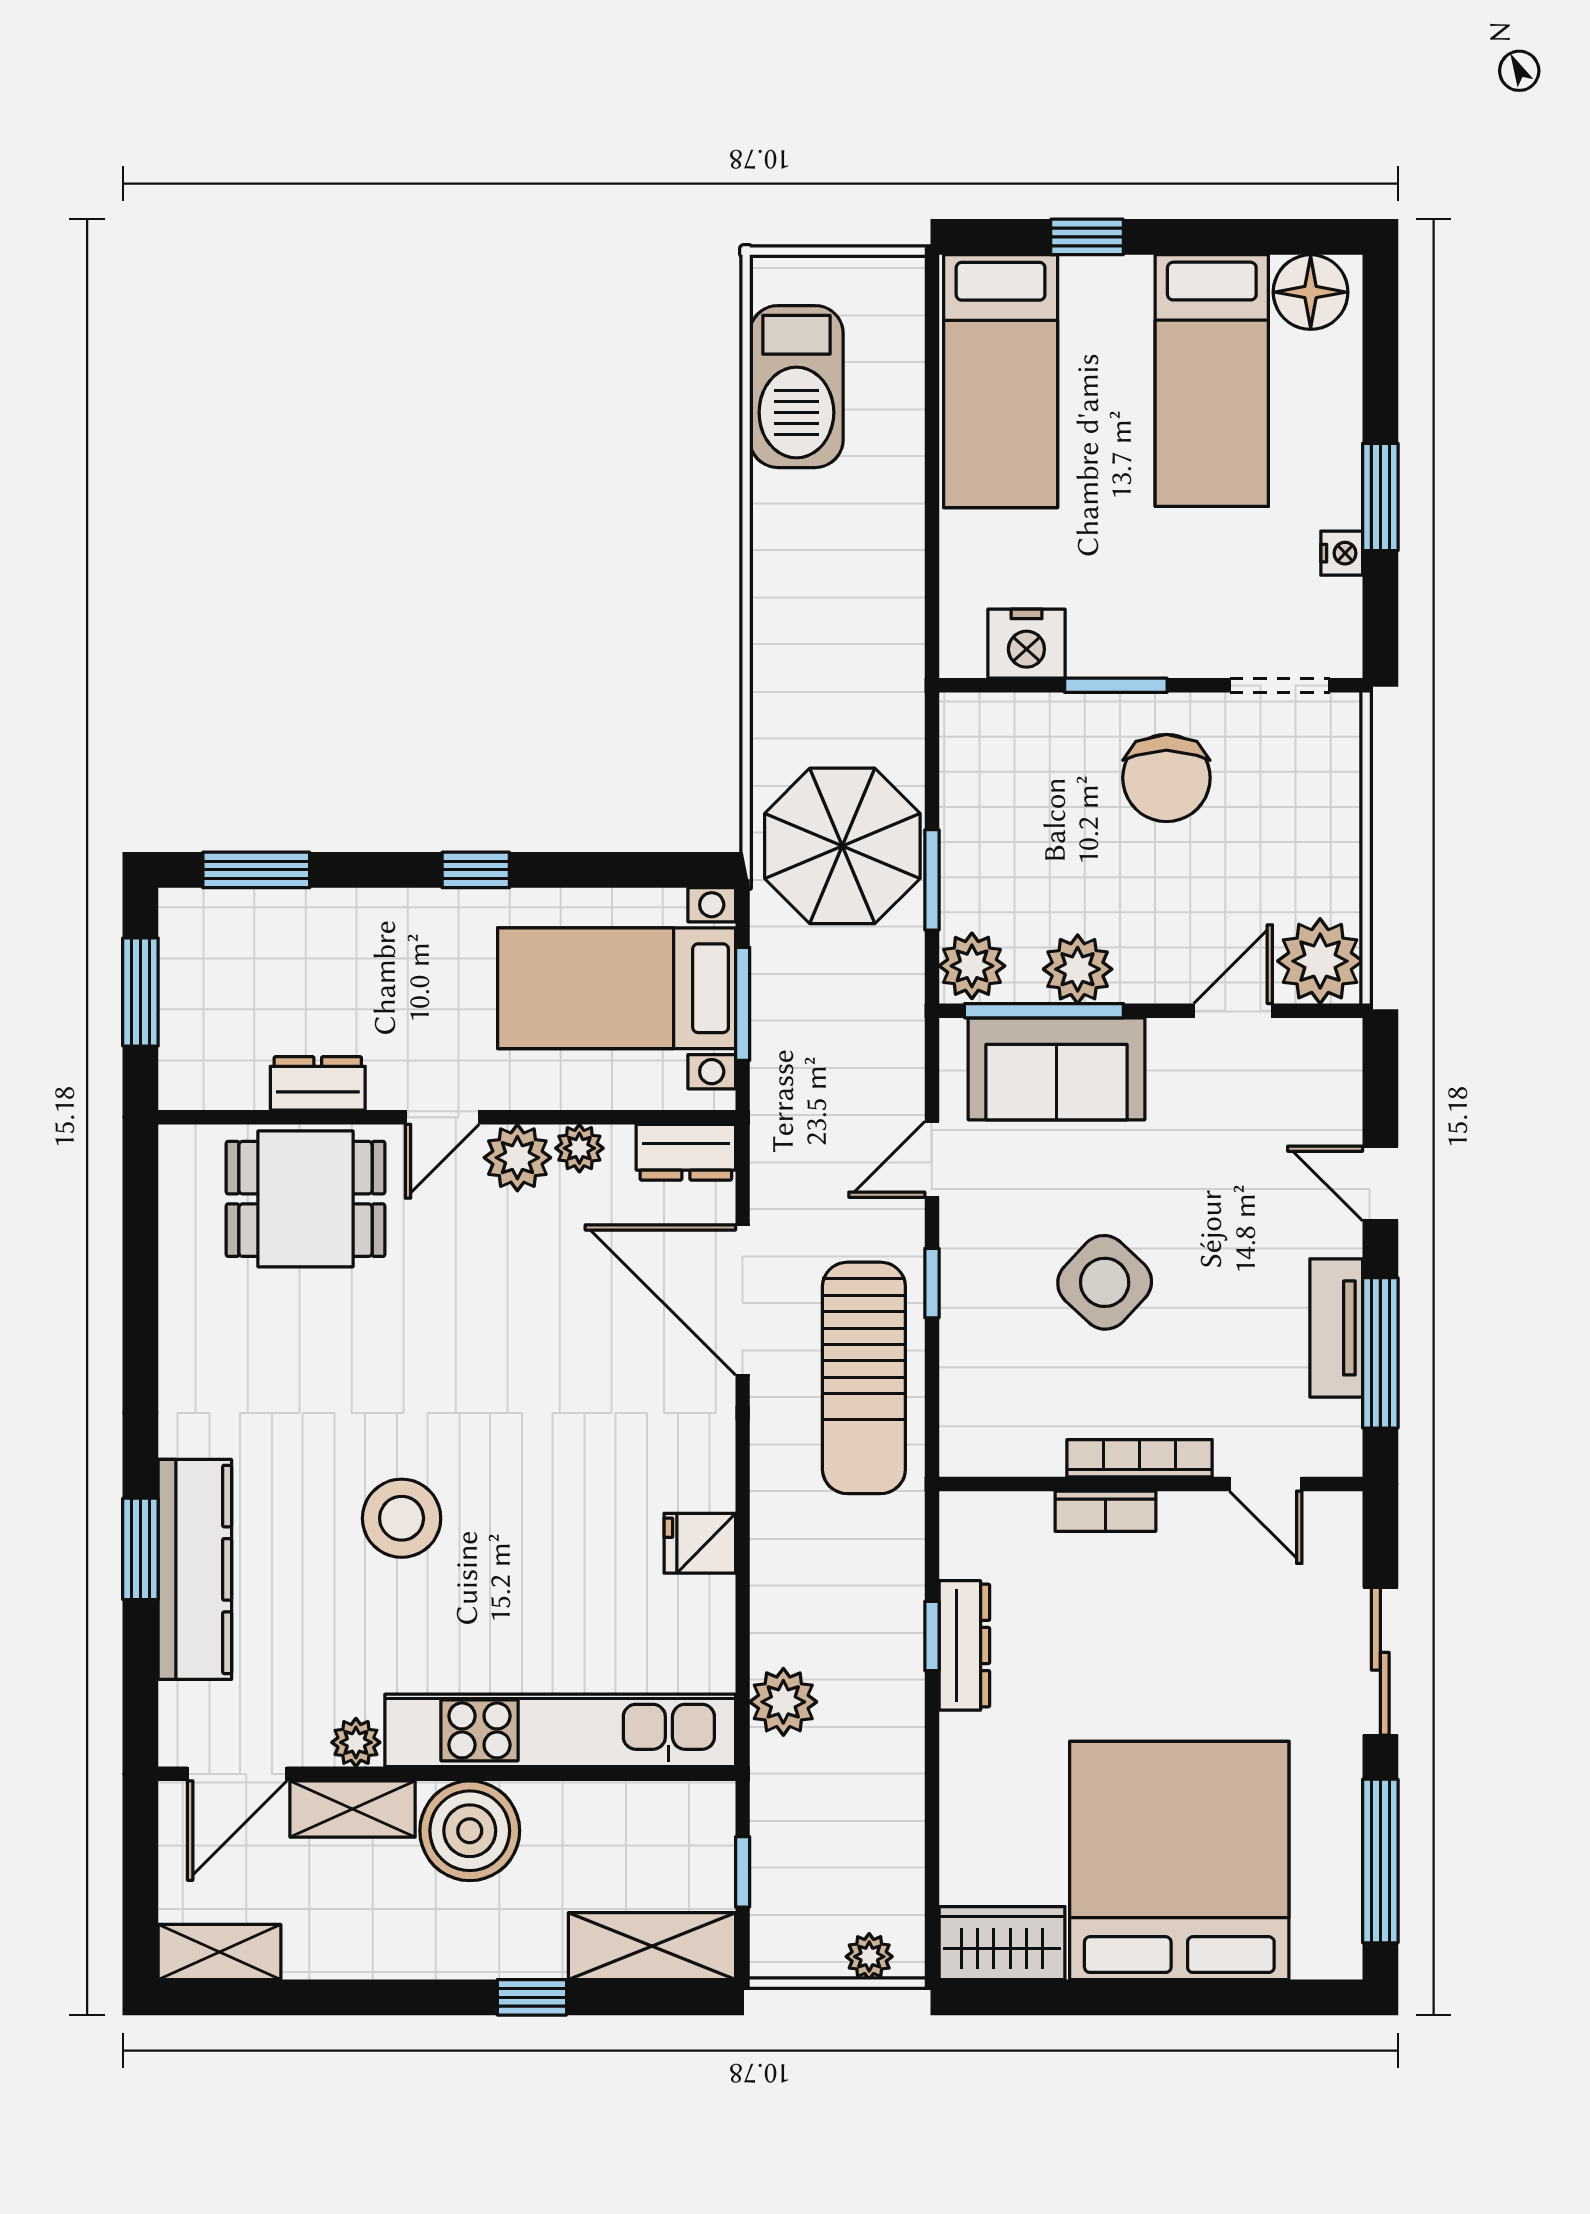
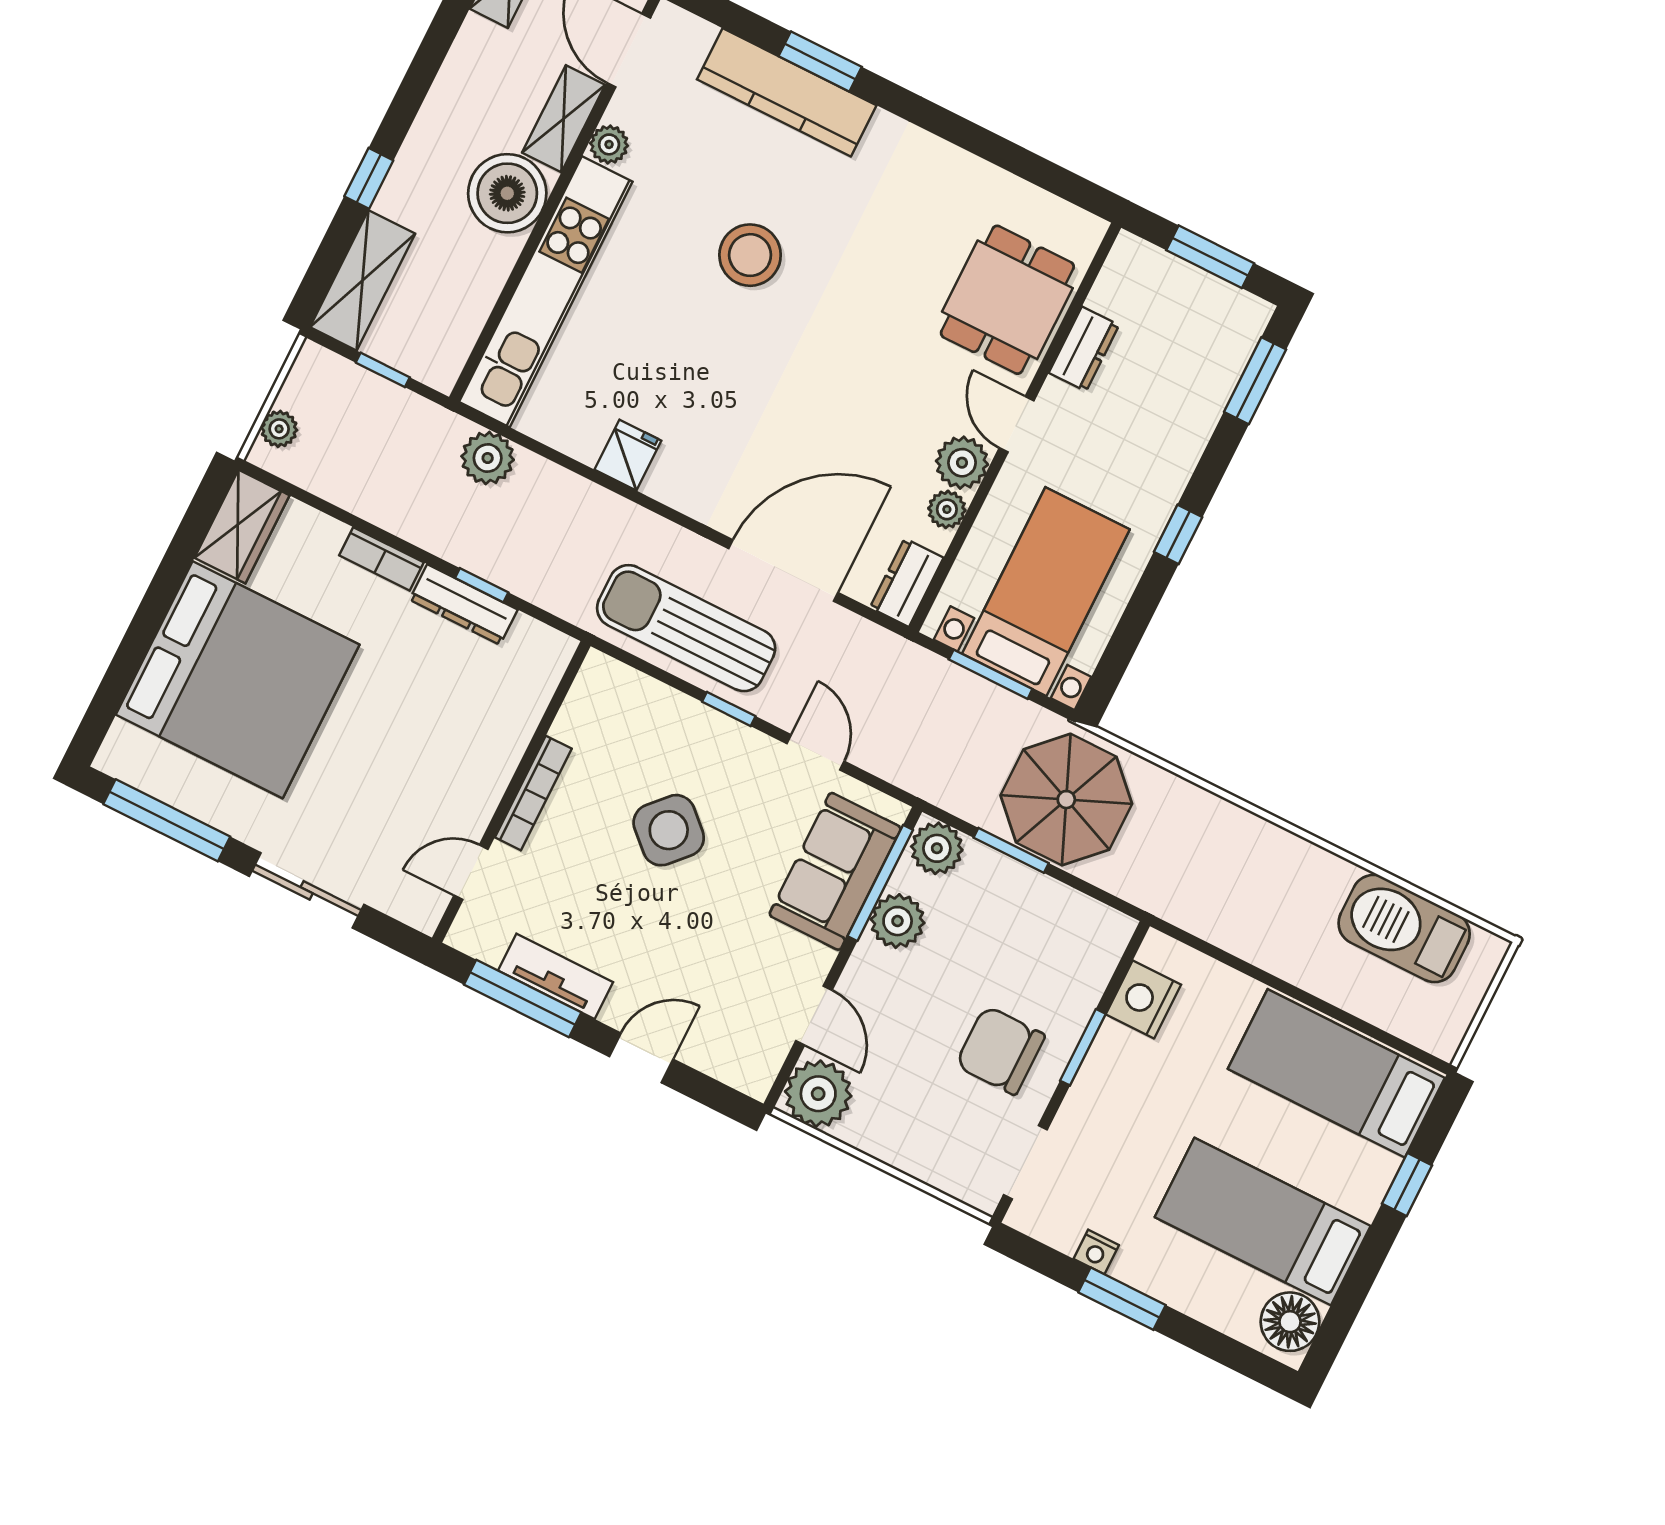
bookcase: (1105, 1511) -> (381, 559), moved, turned -90

